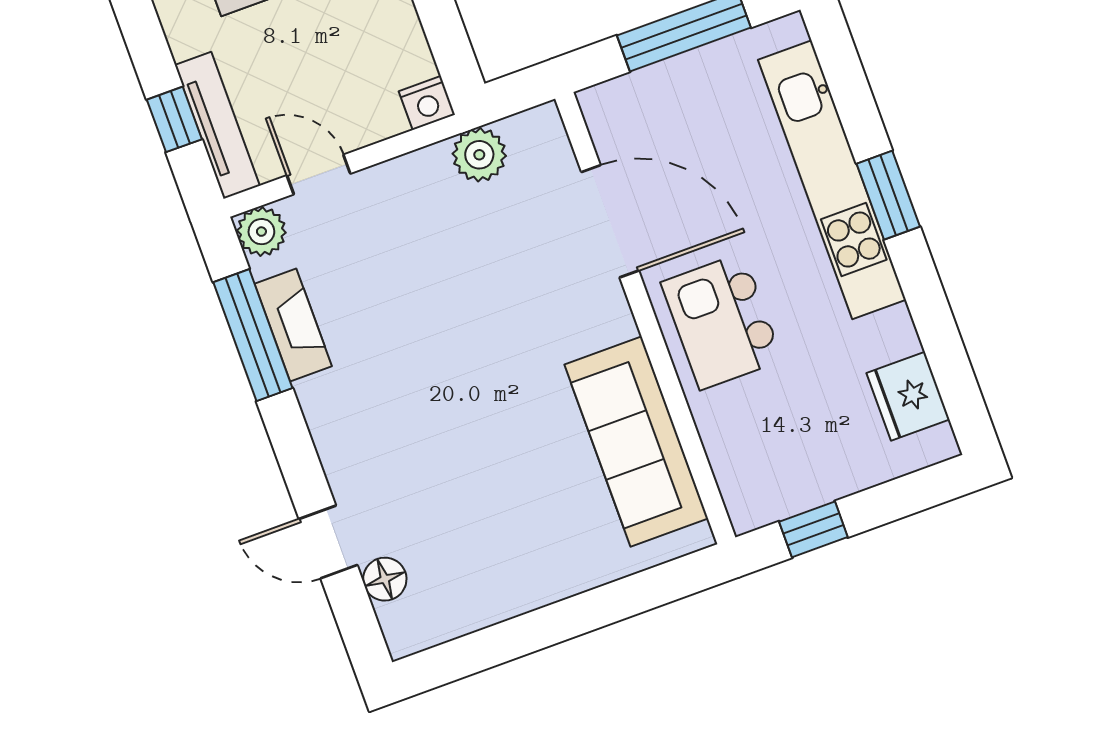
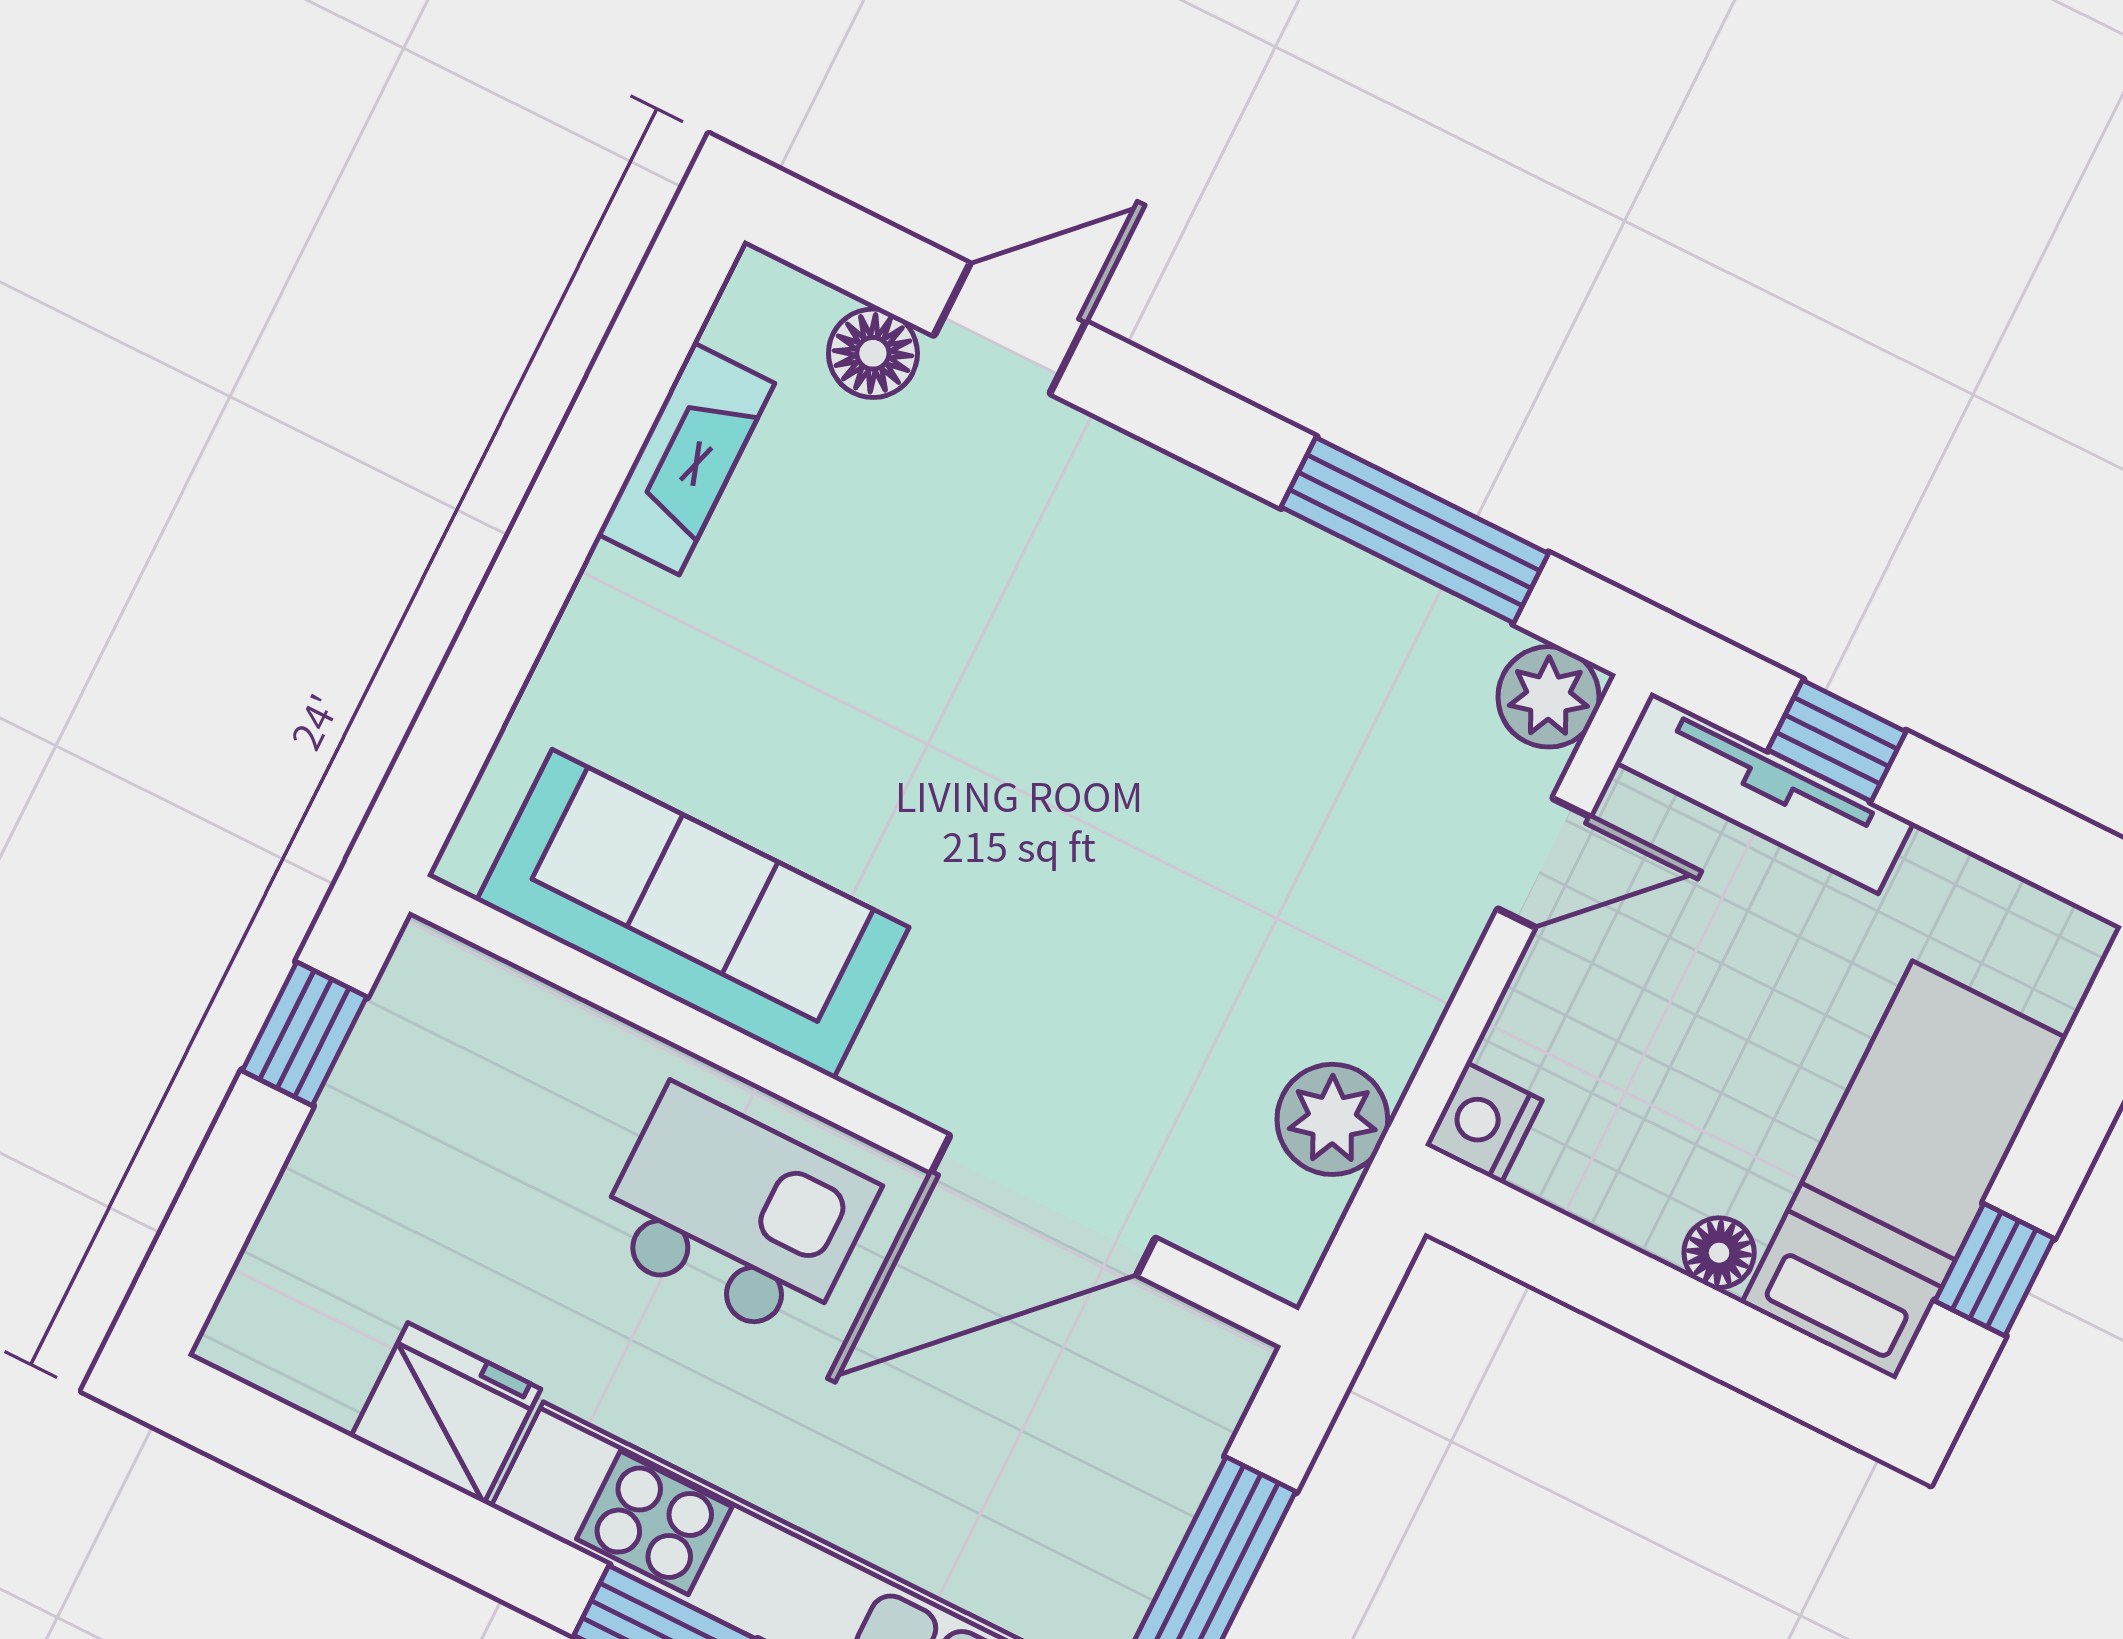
fireplace: (293, 325) -> (686, 459), moved, turned -90
fridge: (908, 396) -> (446, 1413), moved

